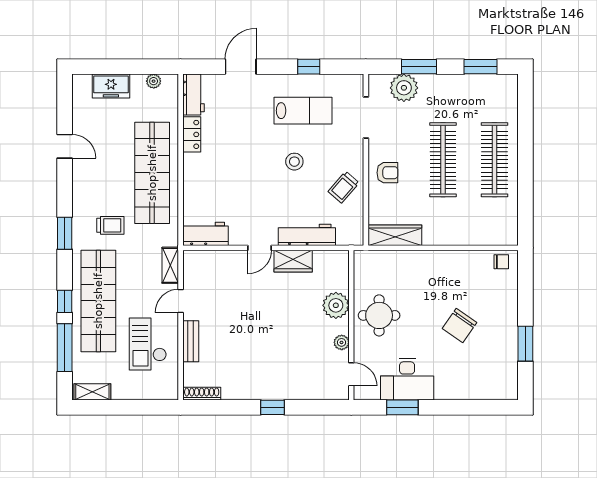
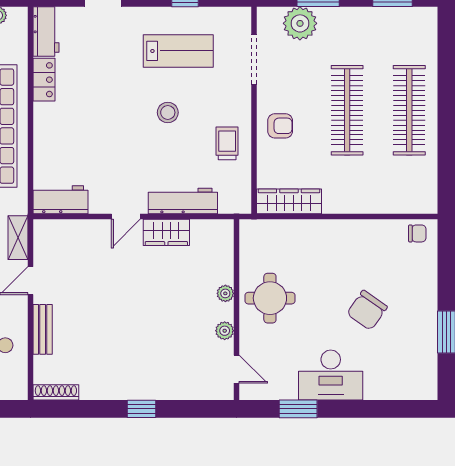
trolley: (344, 187) -> (227, 143), turned 139
plant: (336, 305) -> (225, 293), width x0.53, depth x0.53
desk: (407, 379) -> (331, 375), moved

